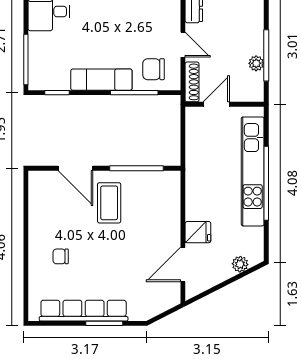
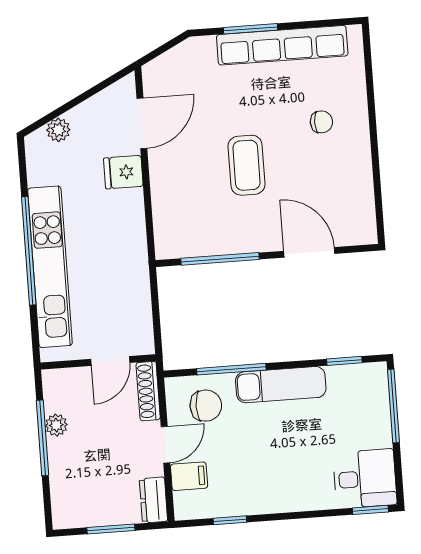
filing cabinet: (168, 22) -> (189, 476), added
door: (183, 45) -> (165, 445), swing flipped
coffee table: (109, 203) -> (247, 165), moved

